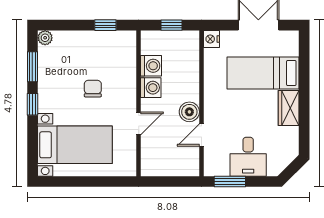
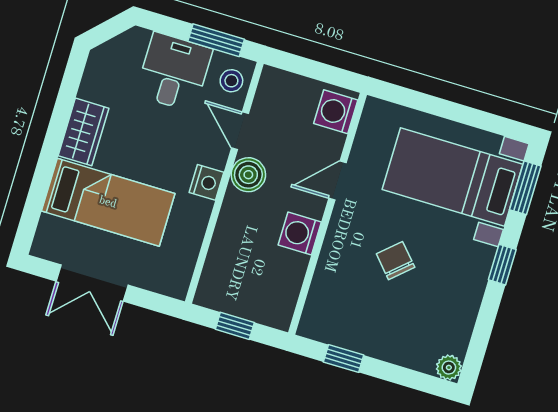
nightstand: (211, 39) -> (206, 182), moved
washing machine: (151, 66) -> (336, 112), moved
window: (32, 67) -> (525, 188), moved
chair: (93, 89) -> (396, 261), turned 138
door: (201, 135) -> (240, 131), swing flipped
stool: (215, 161) -> (231, 81), added

